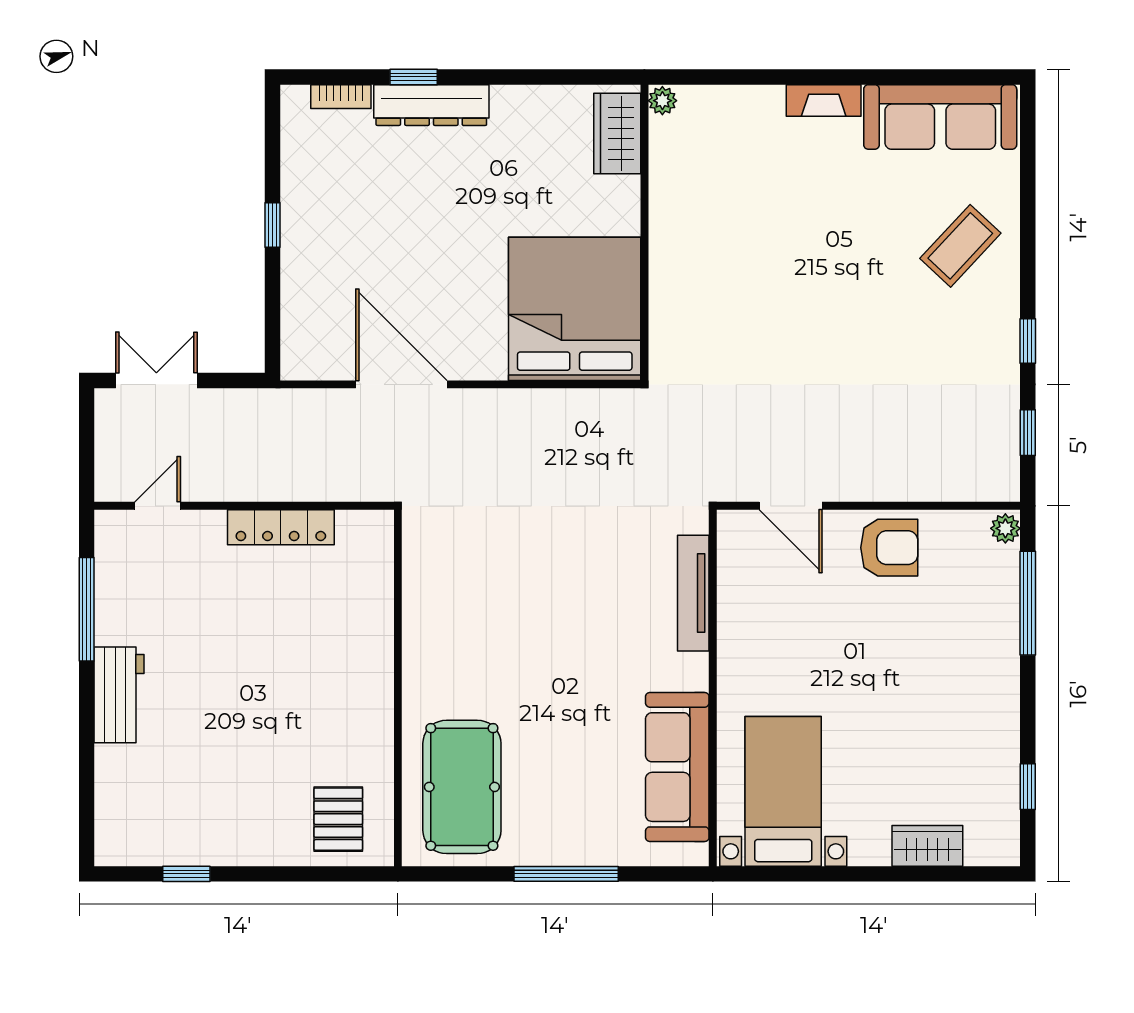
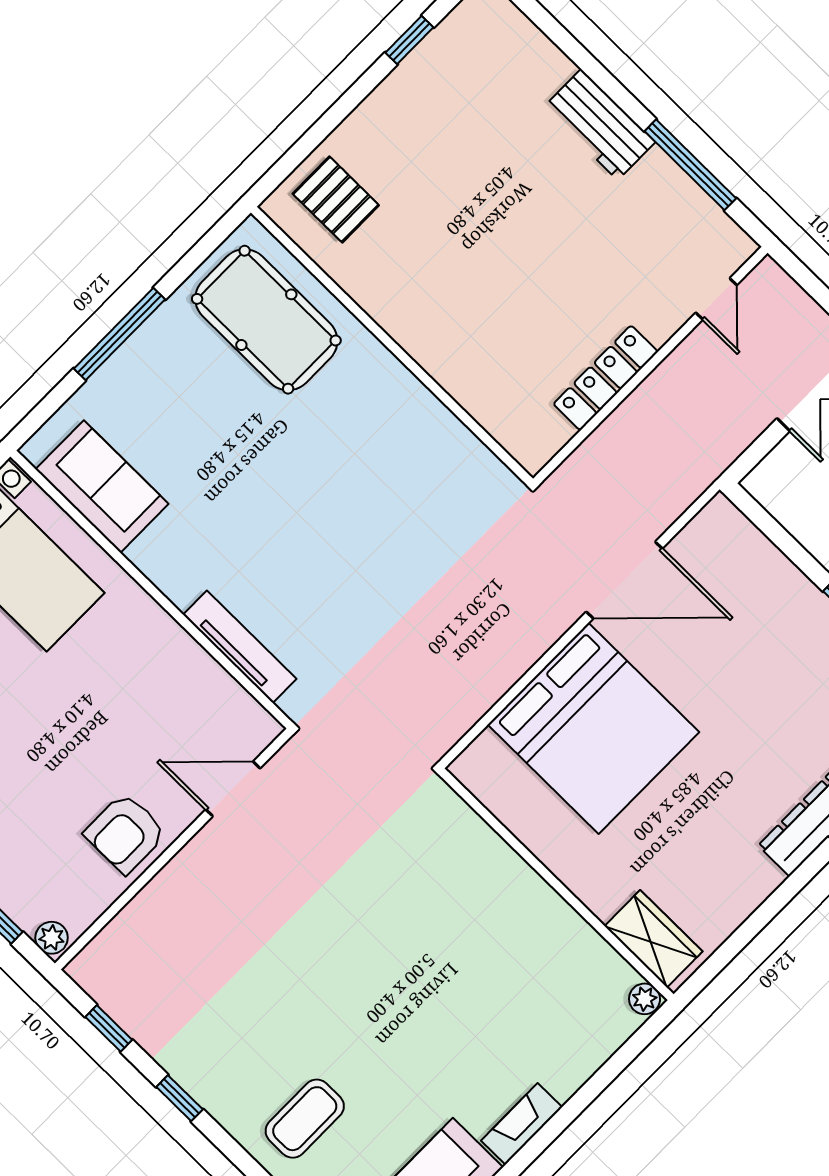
coffee table: (960, 246) -> (305, 1119), turned 47
bed: (575, 309) -> (593, 728), moved
sofa: (677, 767) -> (102, 487), width x0.73

